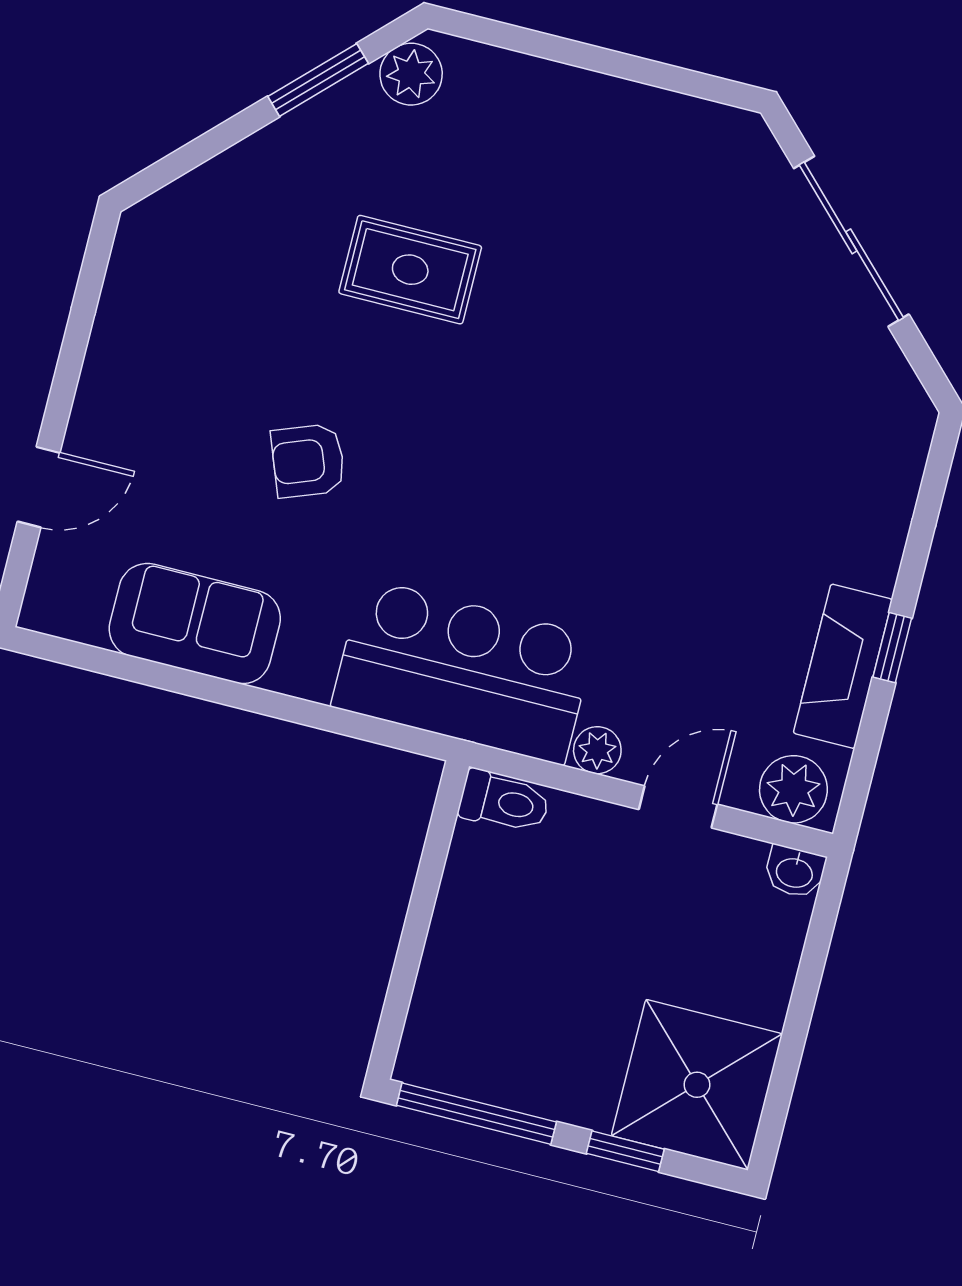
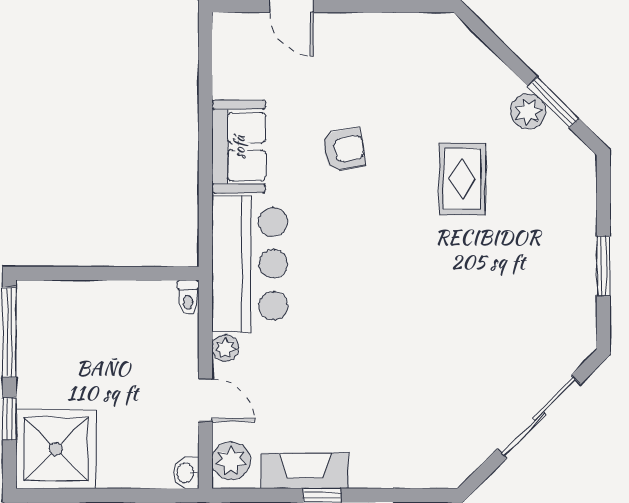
window: (620, 65) -> (603, 266), added
plant: (411, 74) -> (528, 111), moved
armchair: (308, 461) -> (344, 150), turned 101
sofa: (195, 624) -> (239, 147), moved
toilet: (504, 802) -> (188, 297), width x0.73, depth x0.72

